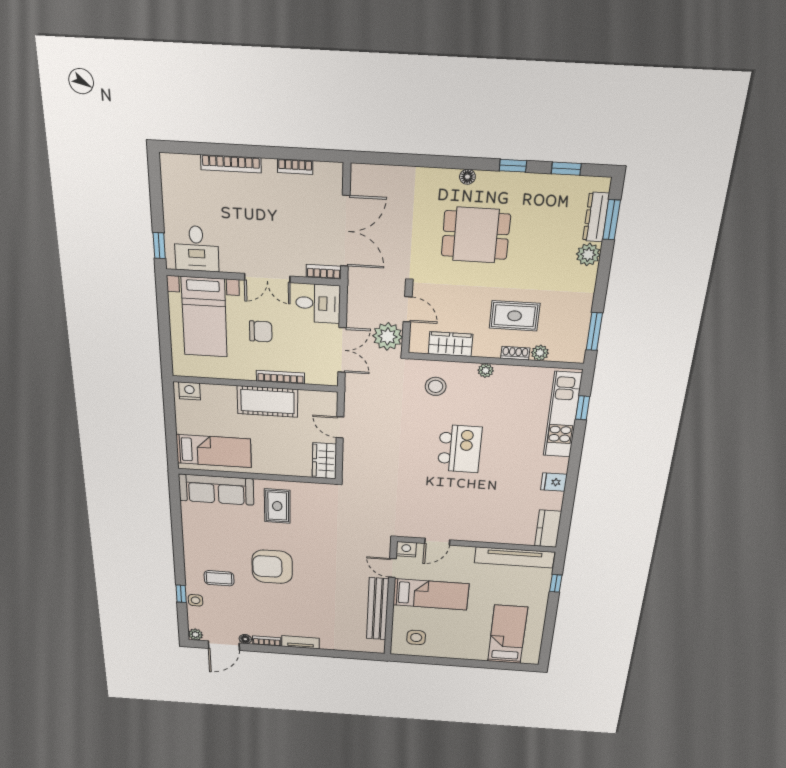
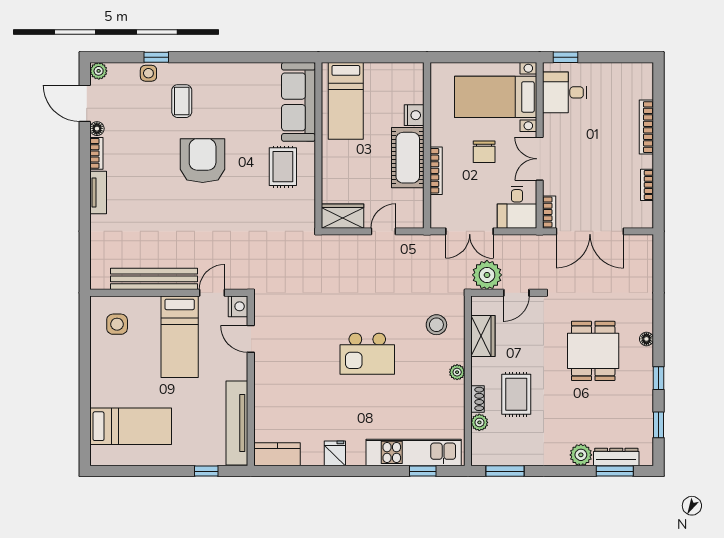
nightstand: (189, 391) -> (414, 115), moved
rug: (277, 506) -> (283, 167), turned 90

